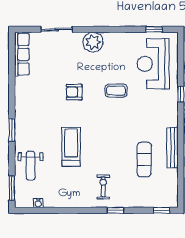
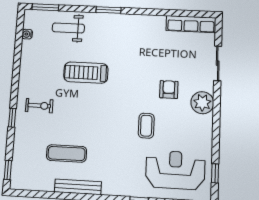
armchair: (74, 92) -> (169, 90), moved
treadmill: (71, 147) -> (86, 73), turned 180

